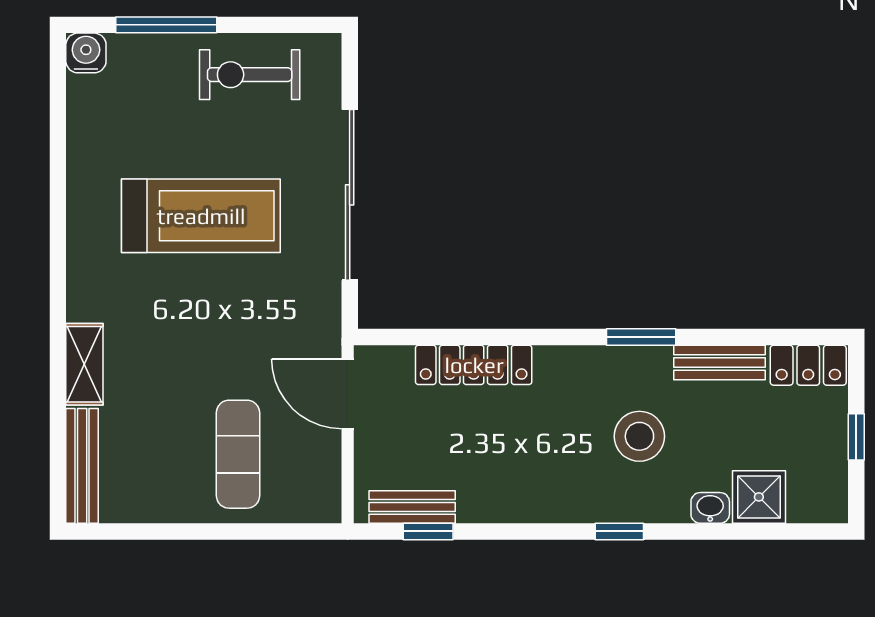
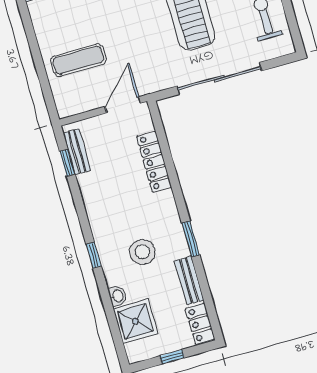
shower: (759, 497) -> (136, 321), width x1.36, depth x1.36

